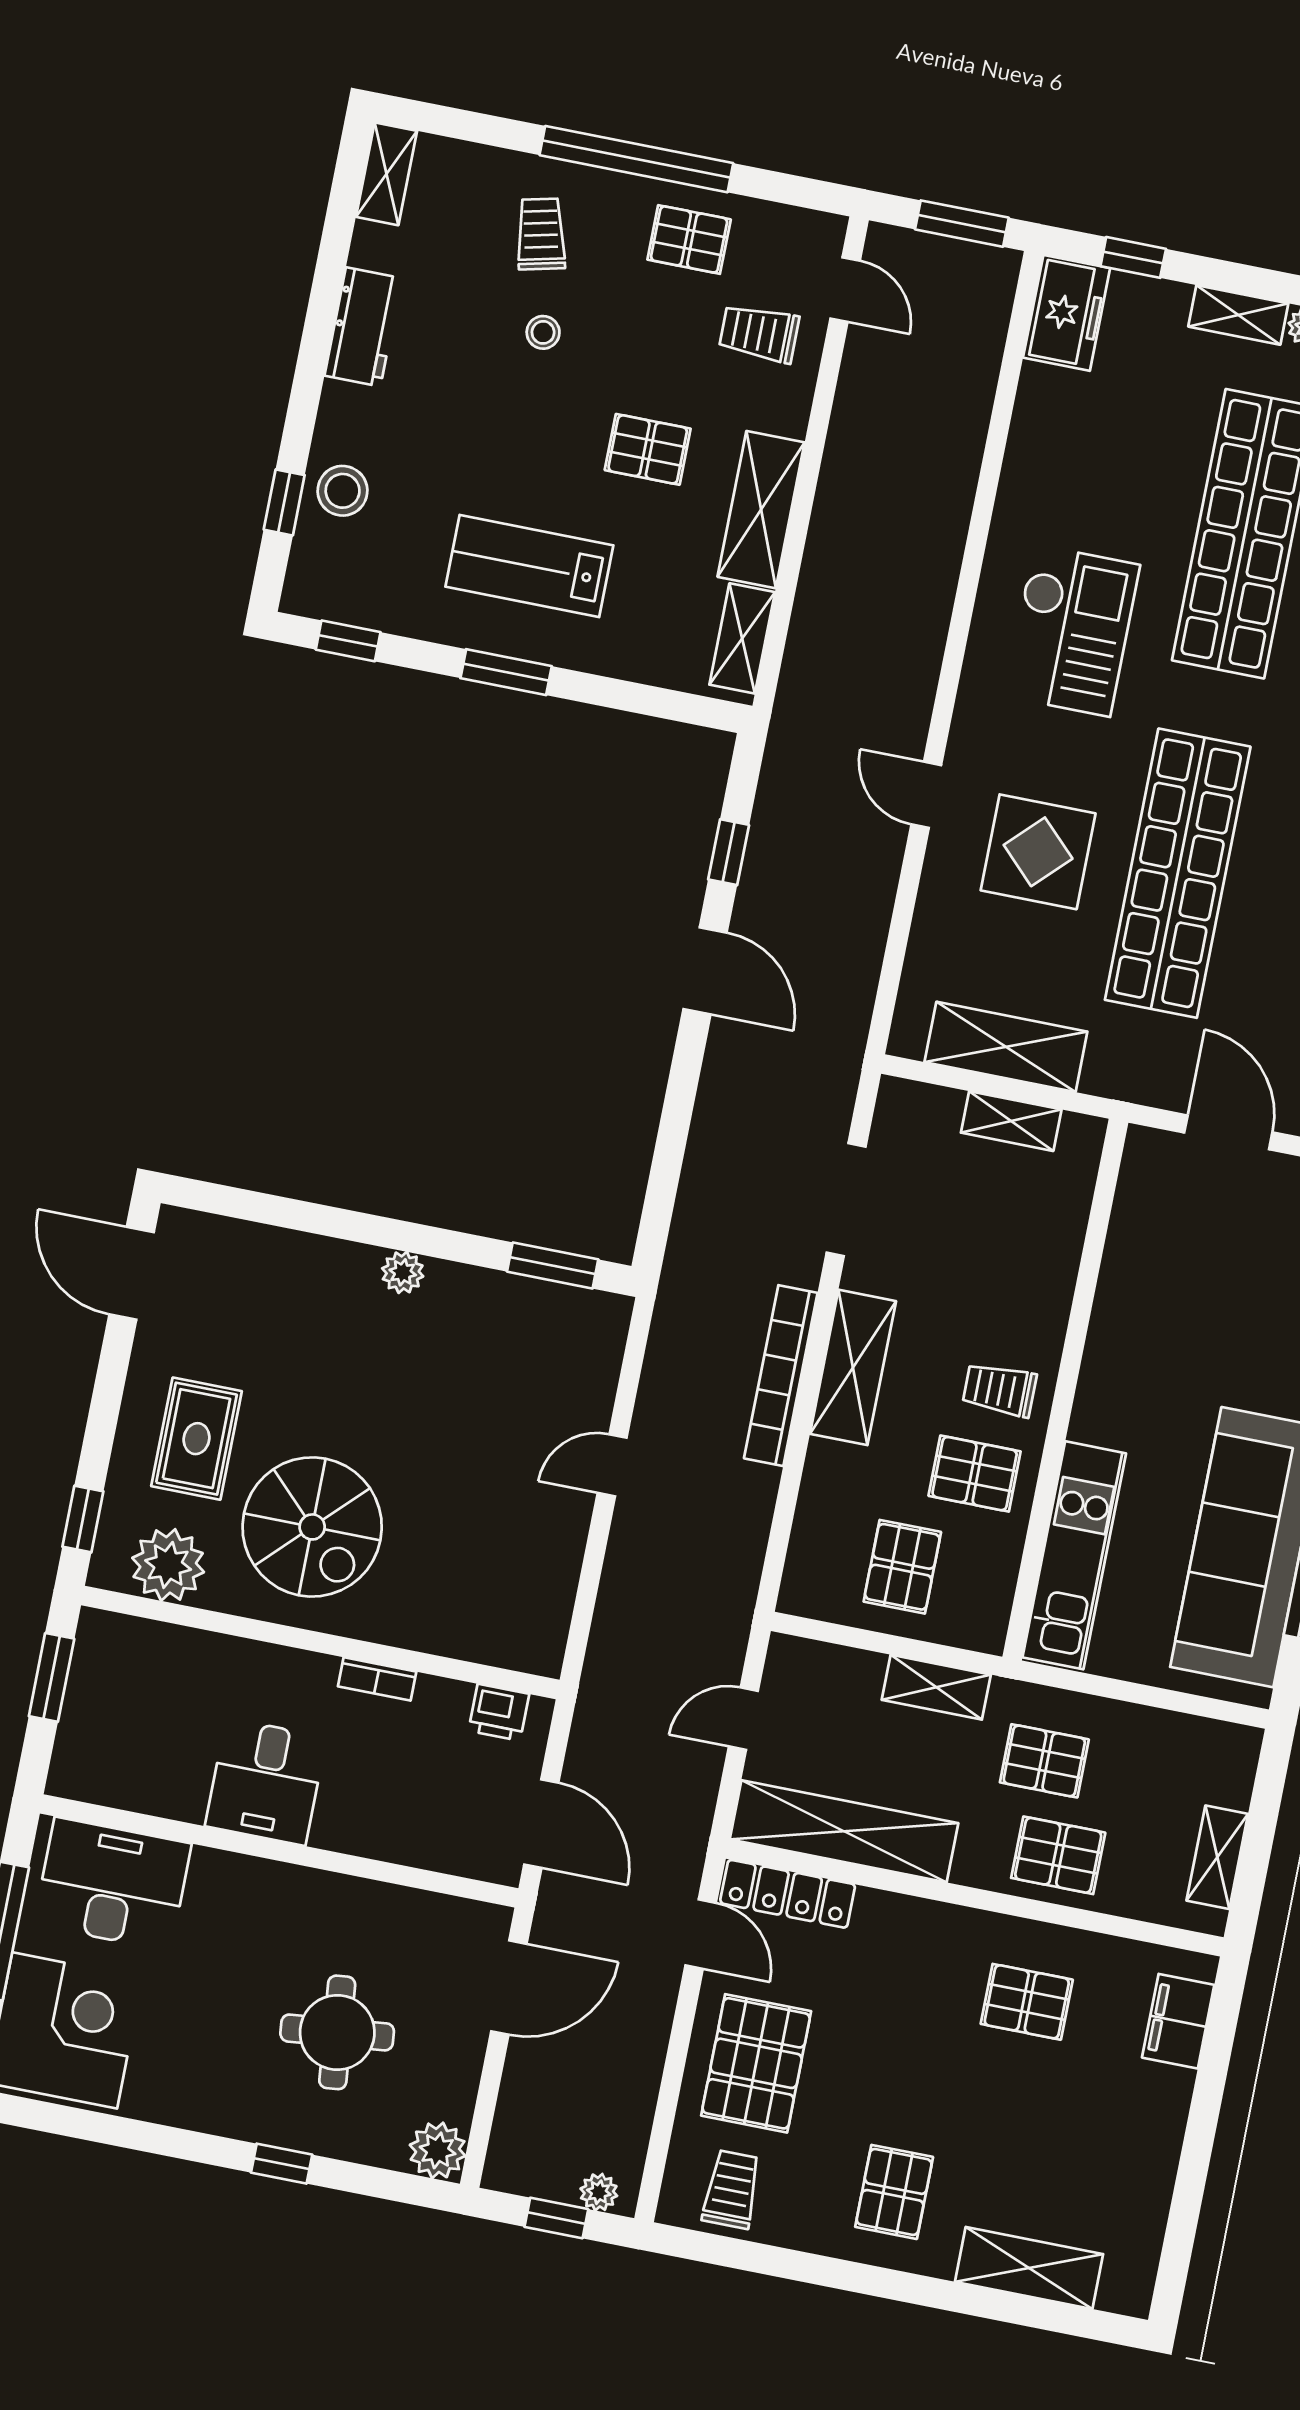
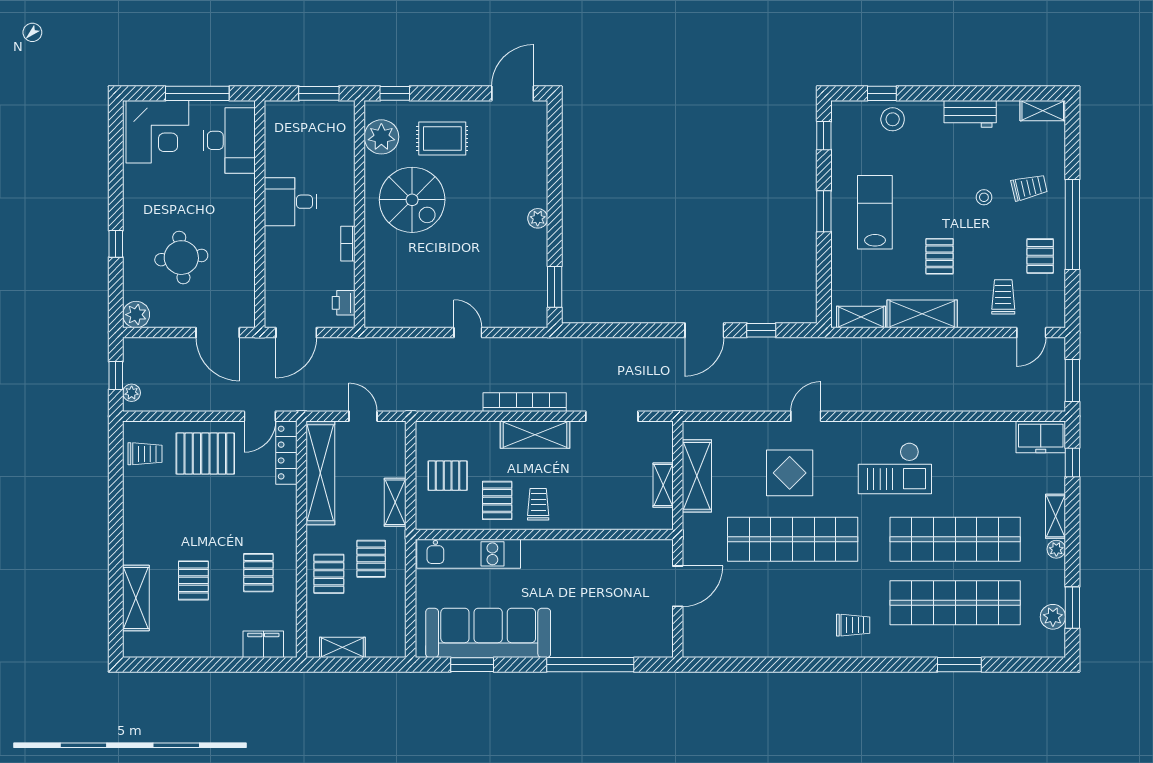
spiral stairs: (312, 1527) -> (412, 200), turned -90
pallet: (894, 2192) -> (193, 580), moved, turned 90

